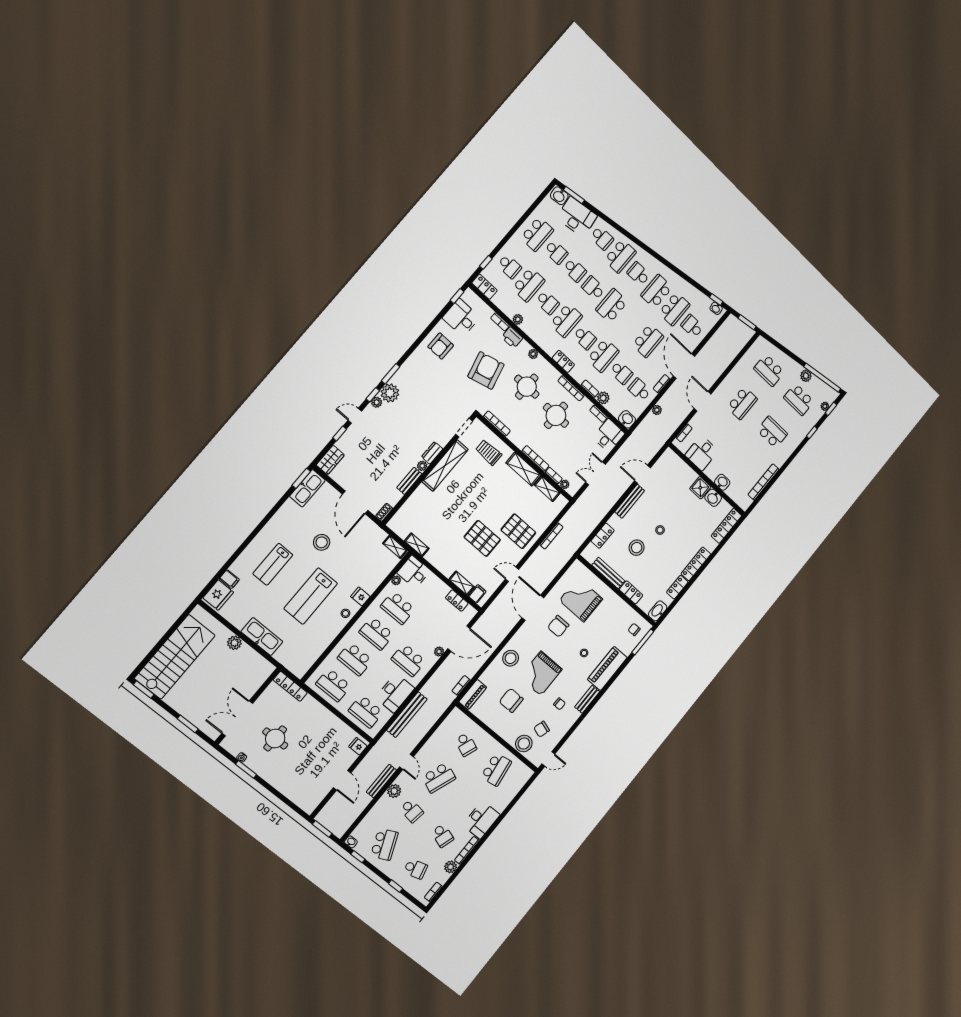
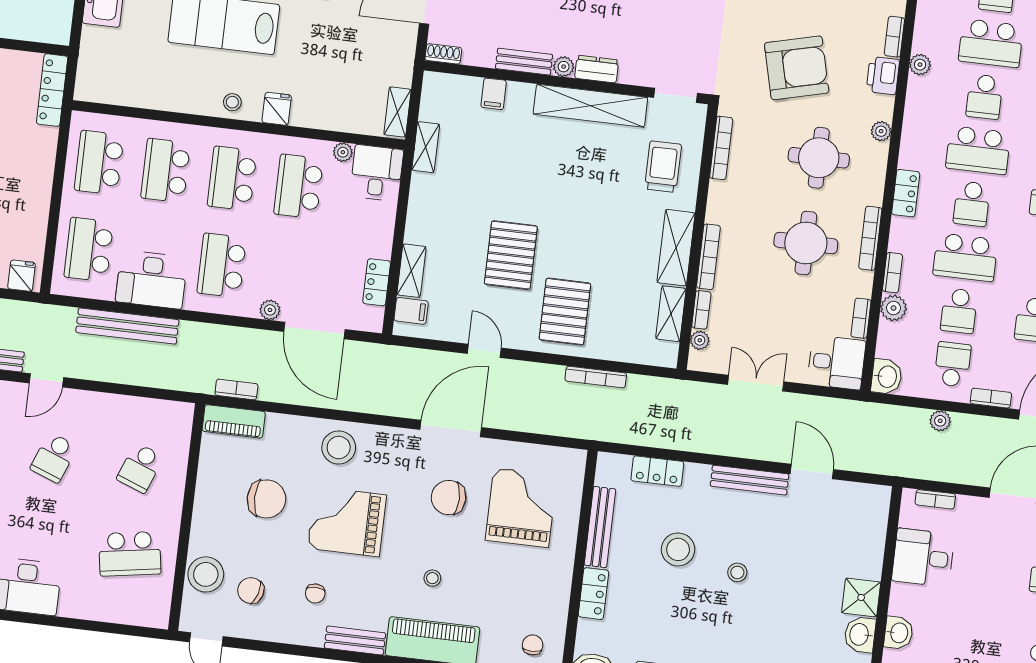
filing cabinet: (414, 502) -> (494, 94), added
chair: (511, 700) -> (266, 499), turned 90
school desk: (439, 778) -> (54, 458), width x0.54

